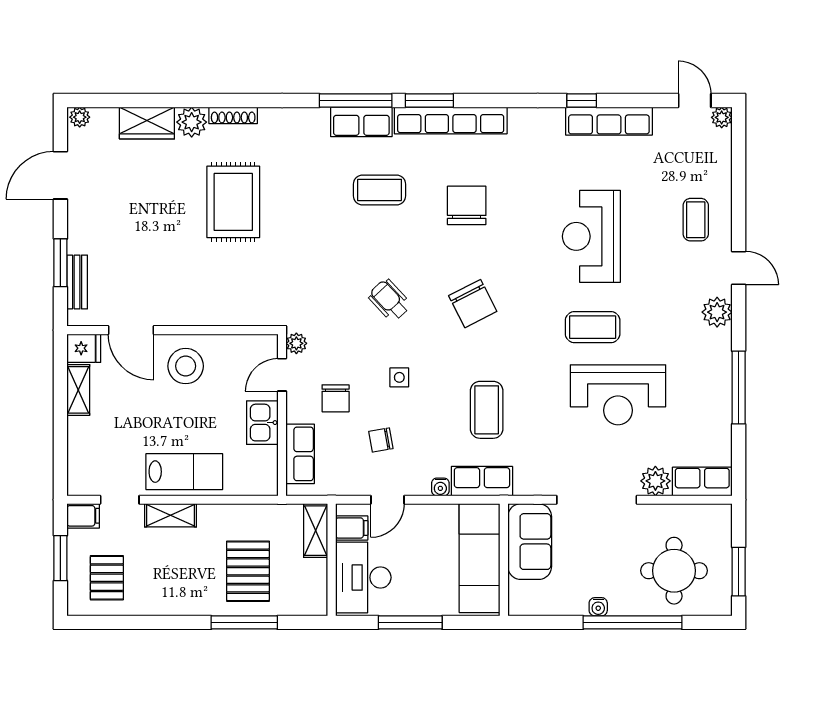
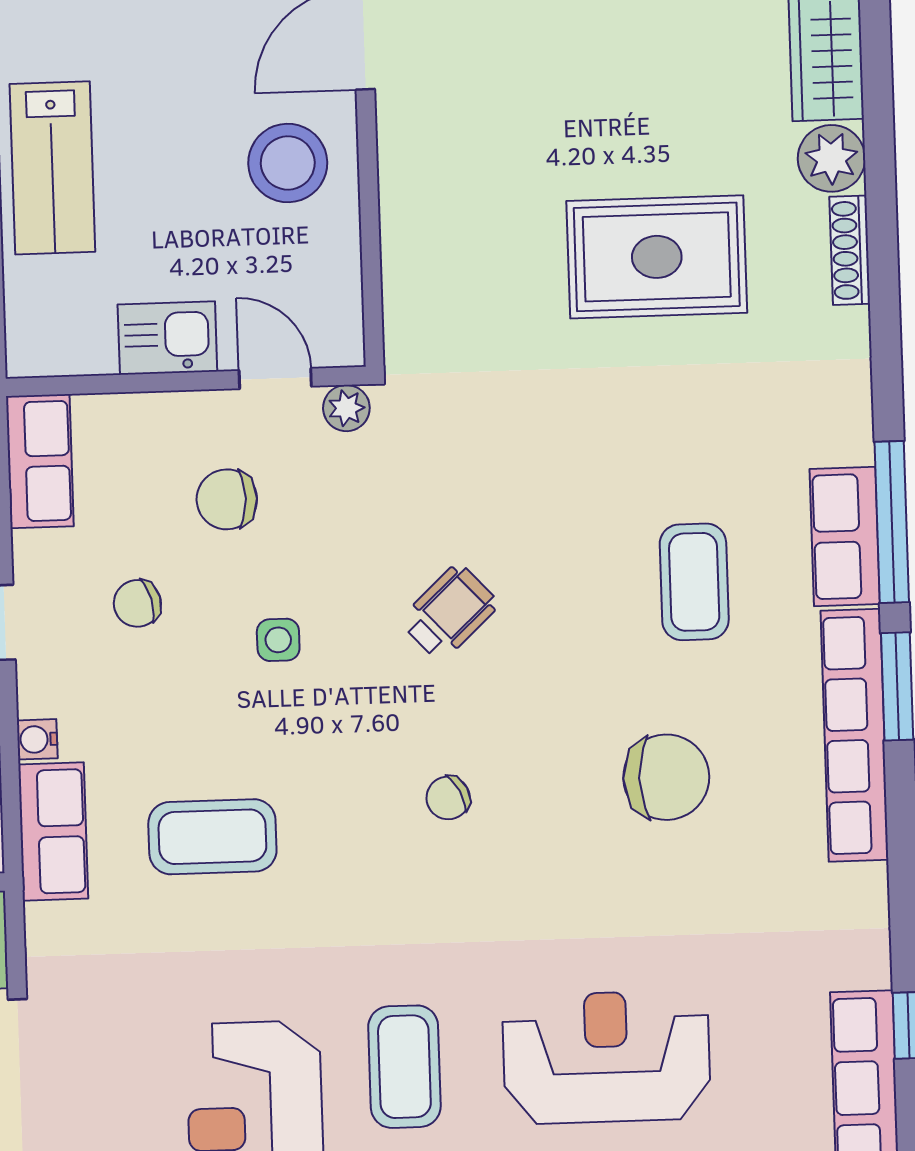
chair: (473, 304) -> (448, 798), width x0.54, depth x0.54
chair: (381, 440) -> (137, 603), turned -95
row of seats: (300, 454) -> (40, 461), moved, turned -90

